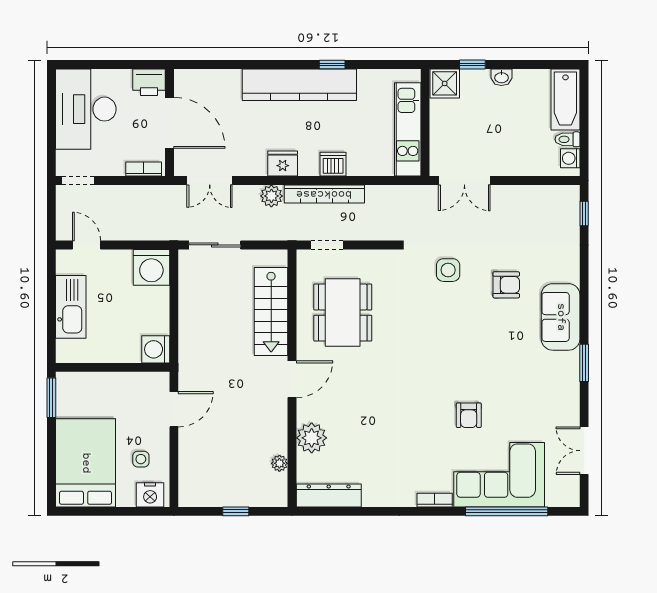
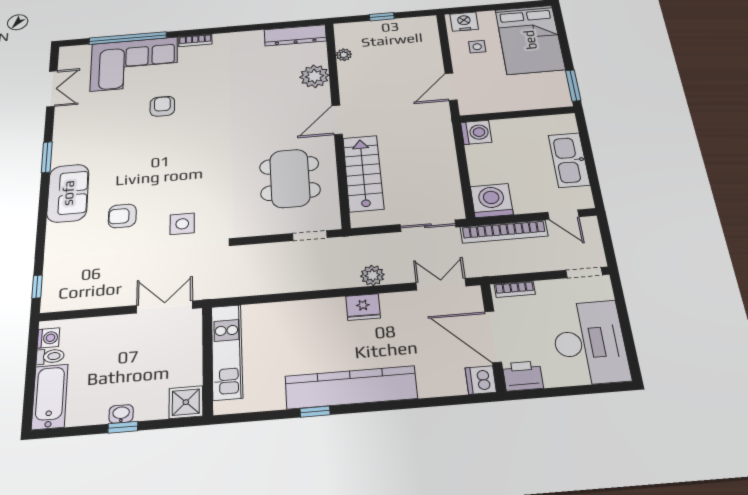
window: (472, 65) -> (123, 427), moved
dishwasher: (333, 164) -> (481, 380), moved, turned 90
bookcase: (324, 194) -> (504, 232), moved, turned 180

